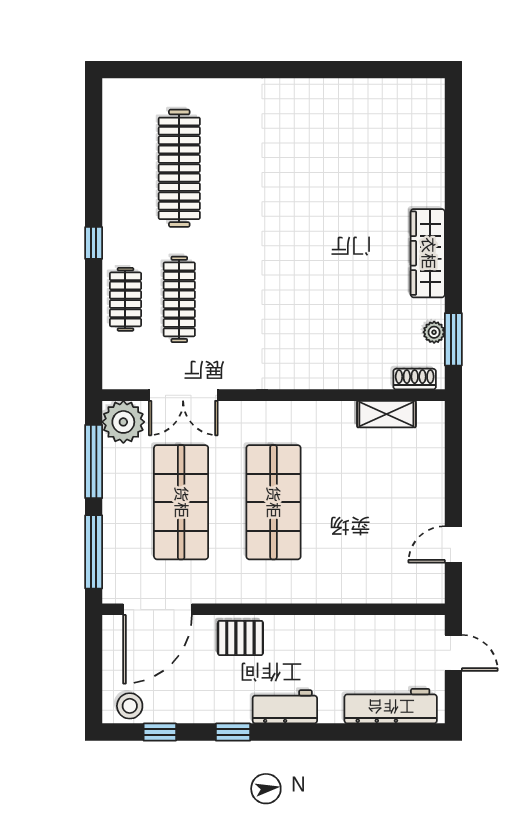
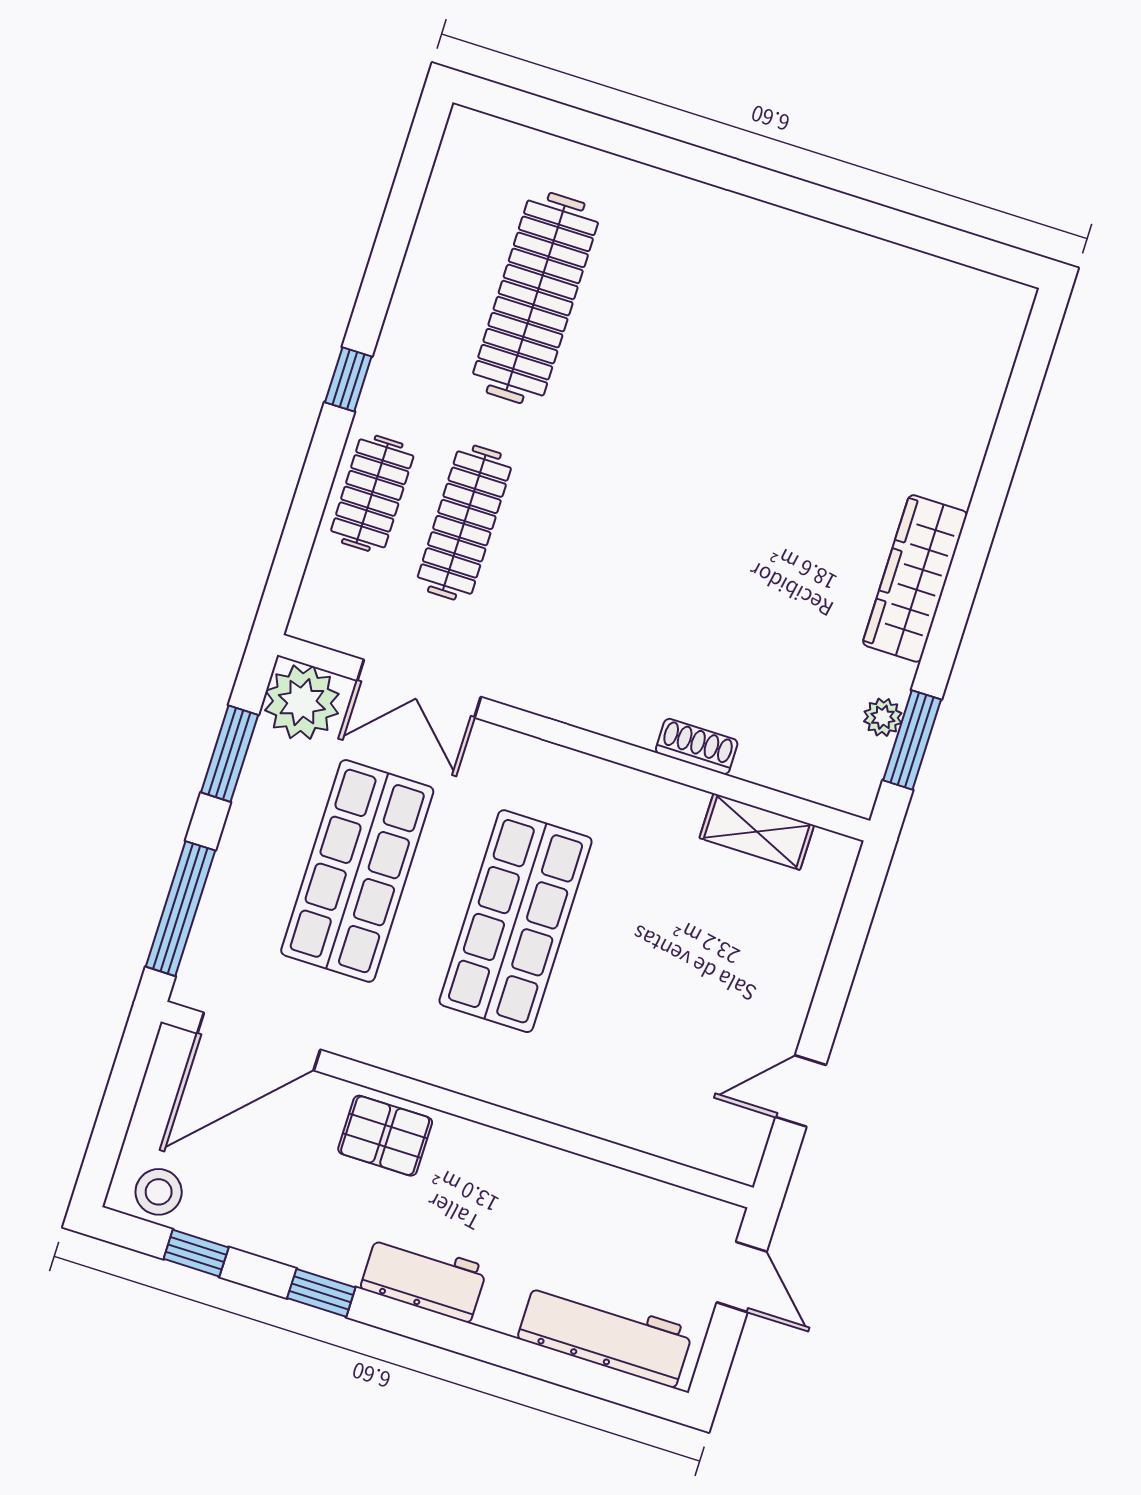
shoe rack: (415, 379) -> (697, 747), moved
window: (94, 461) -> (230, 754), width x0.69

